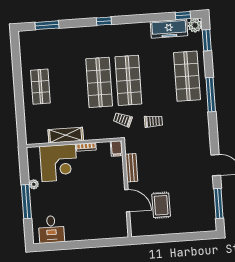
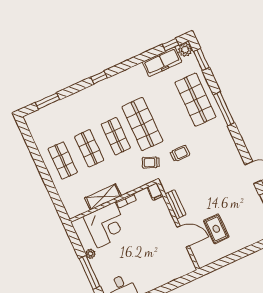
shop shelf: (99, 82) -> (116, 136), width x0.70, depth x0.74
shop shelf: (70, 85) -> (89, 148), added

